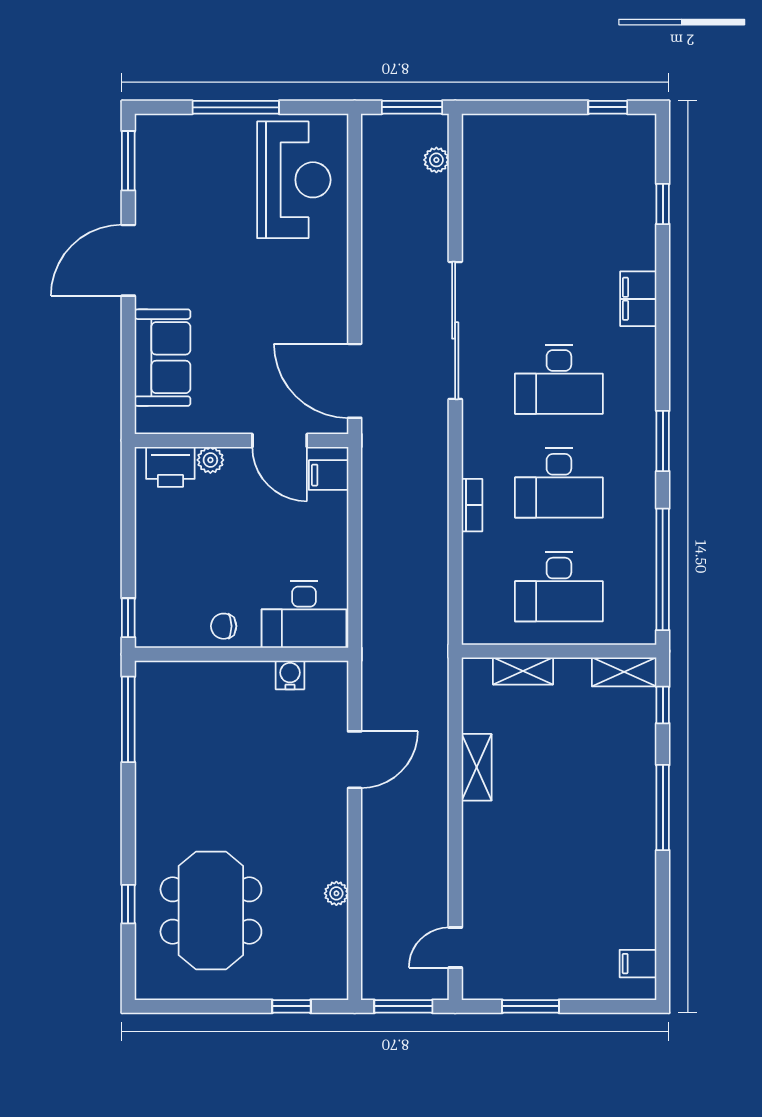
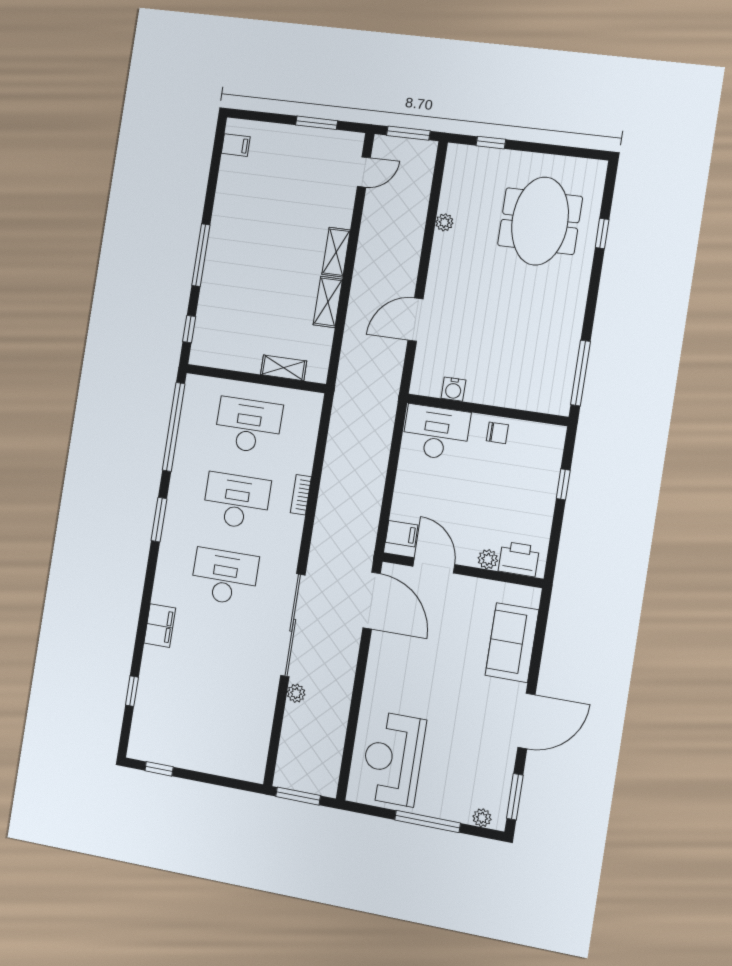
plant: (166, 126) -> (482, 818), added
plant: (436, 160) -> (296, 693), moved
window: (128, 618) -> (563, 484), moved
shelving: (624, 672) -> (336, 252), moved, turned 90

